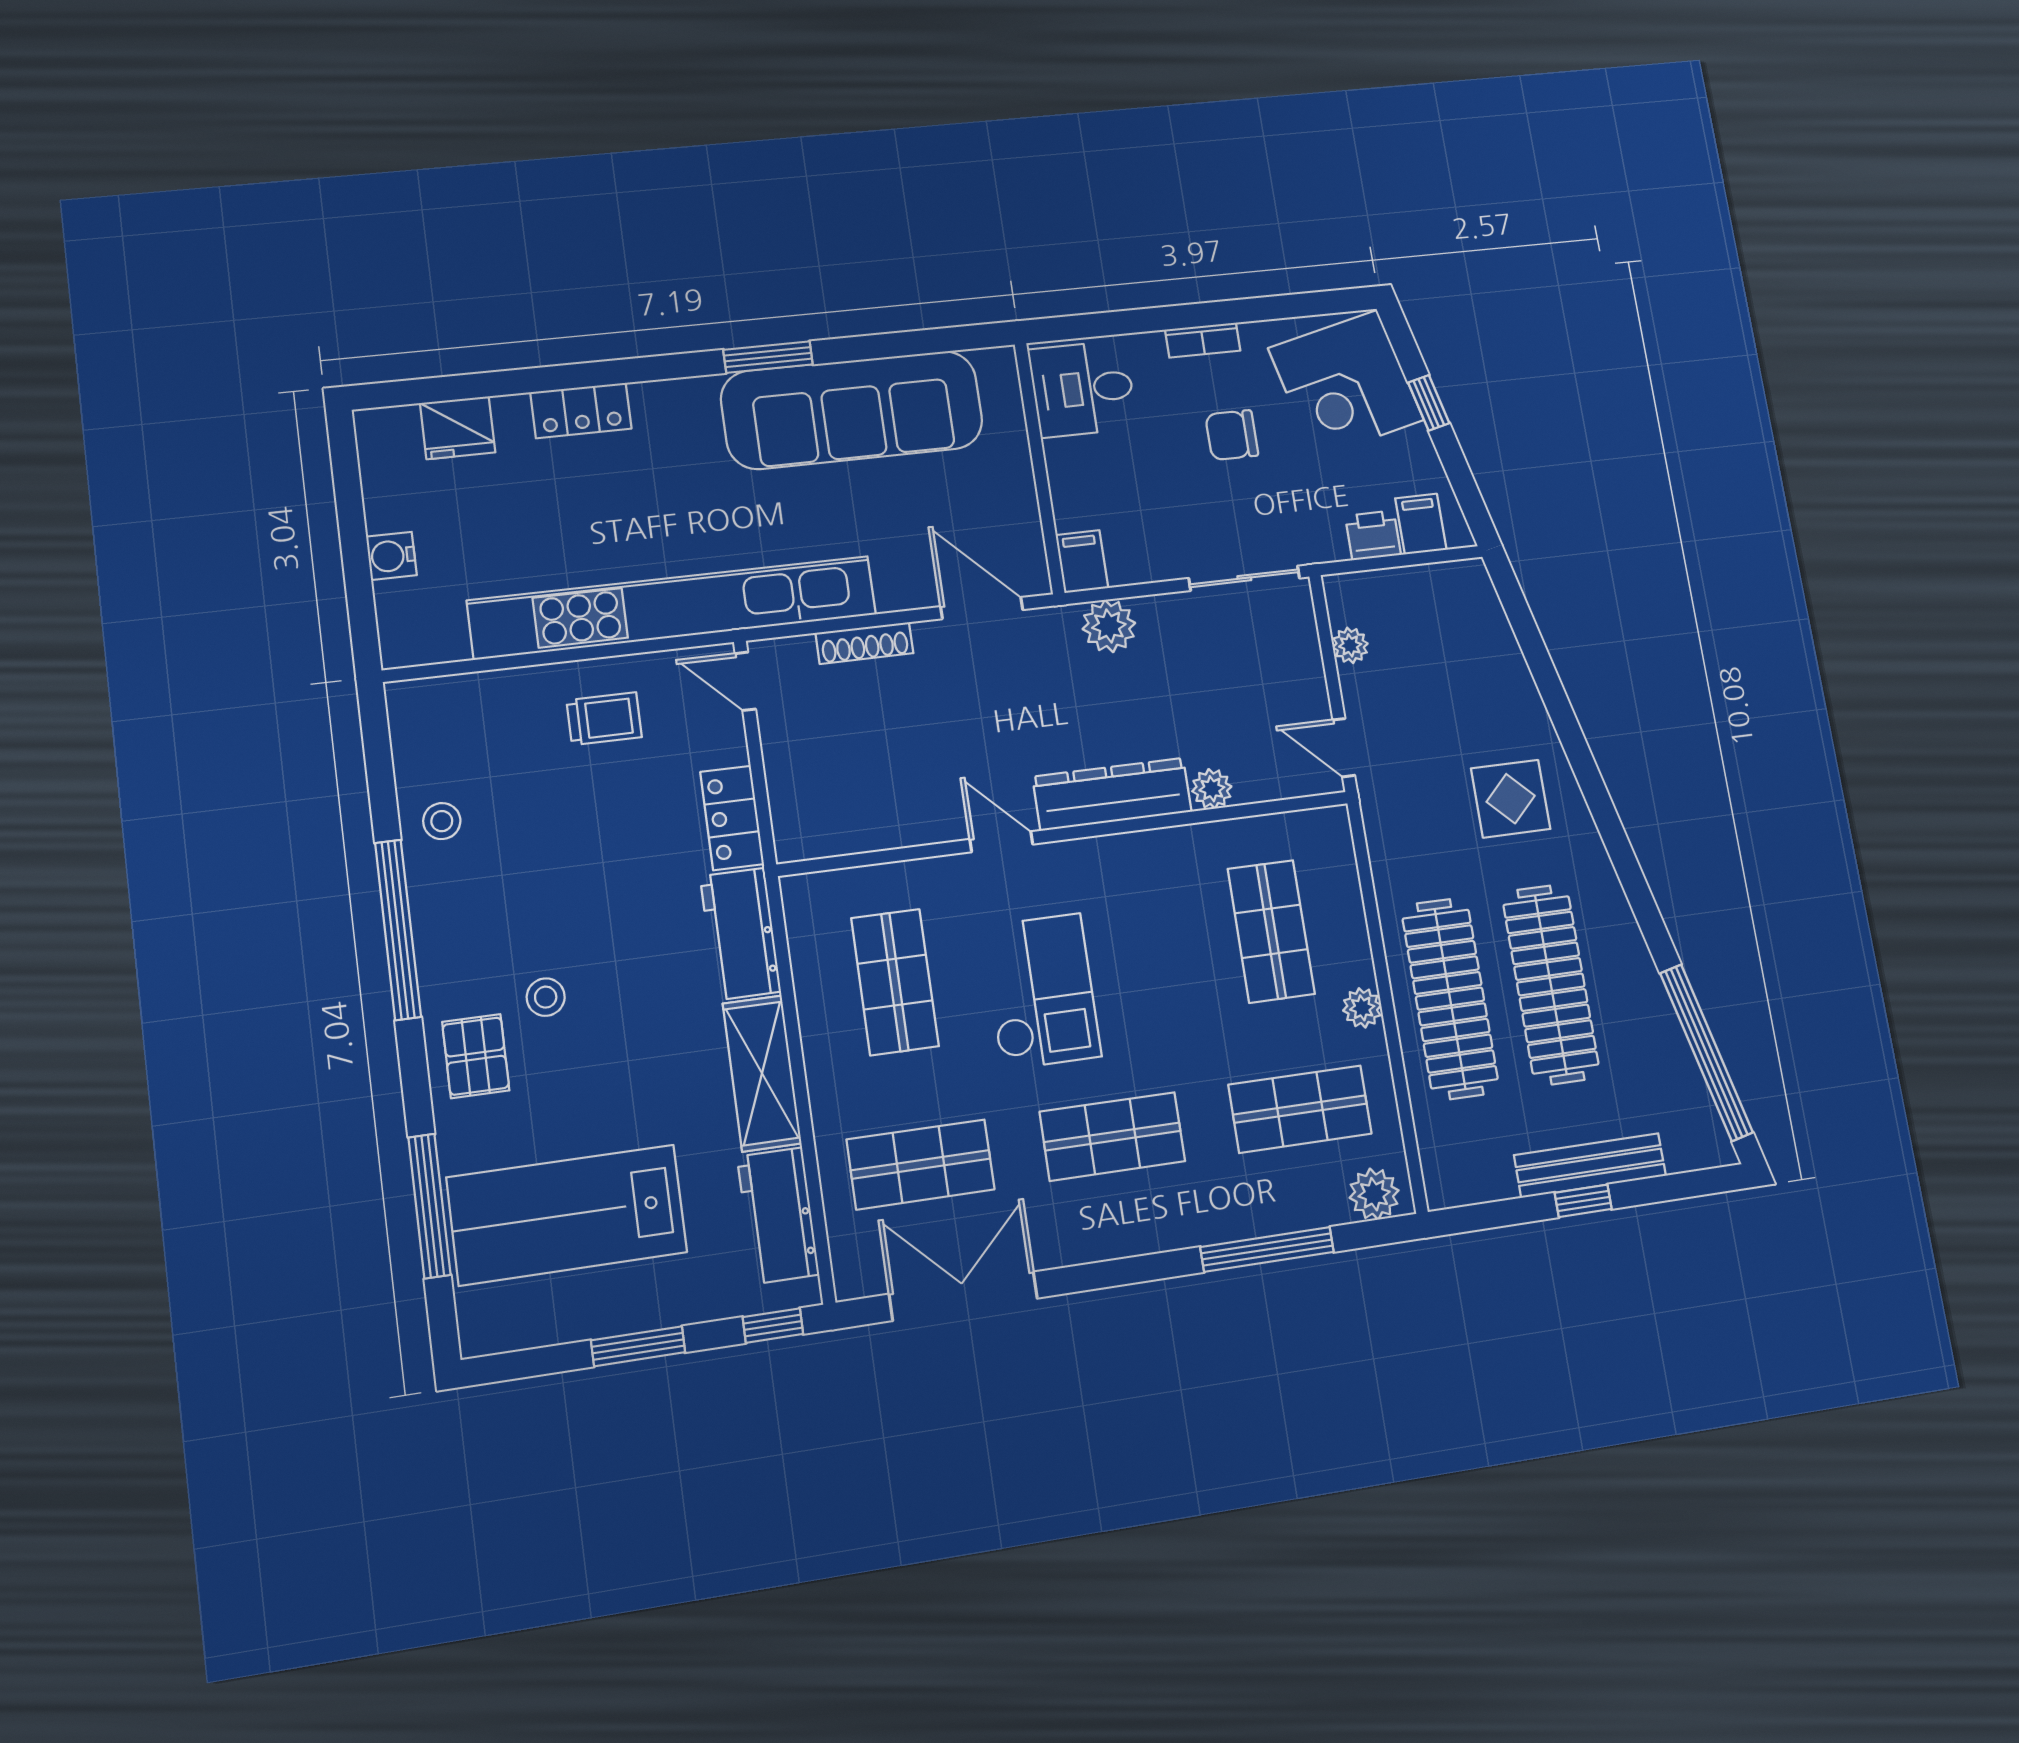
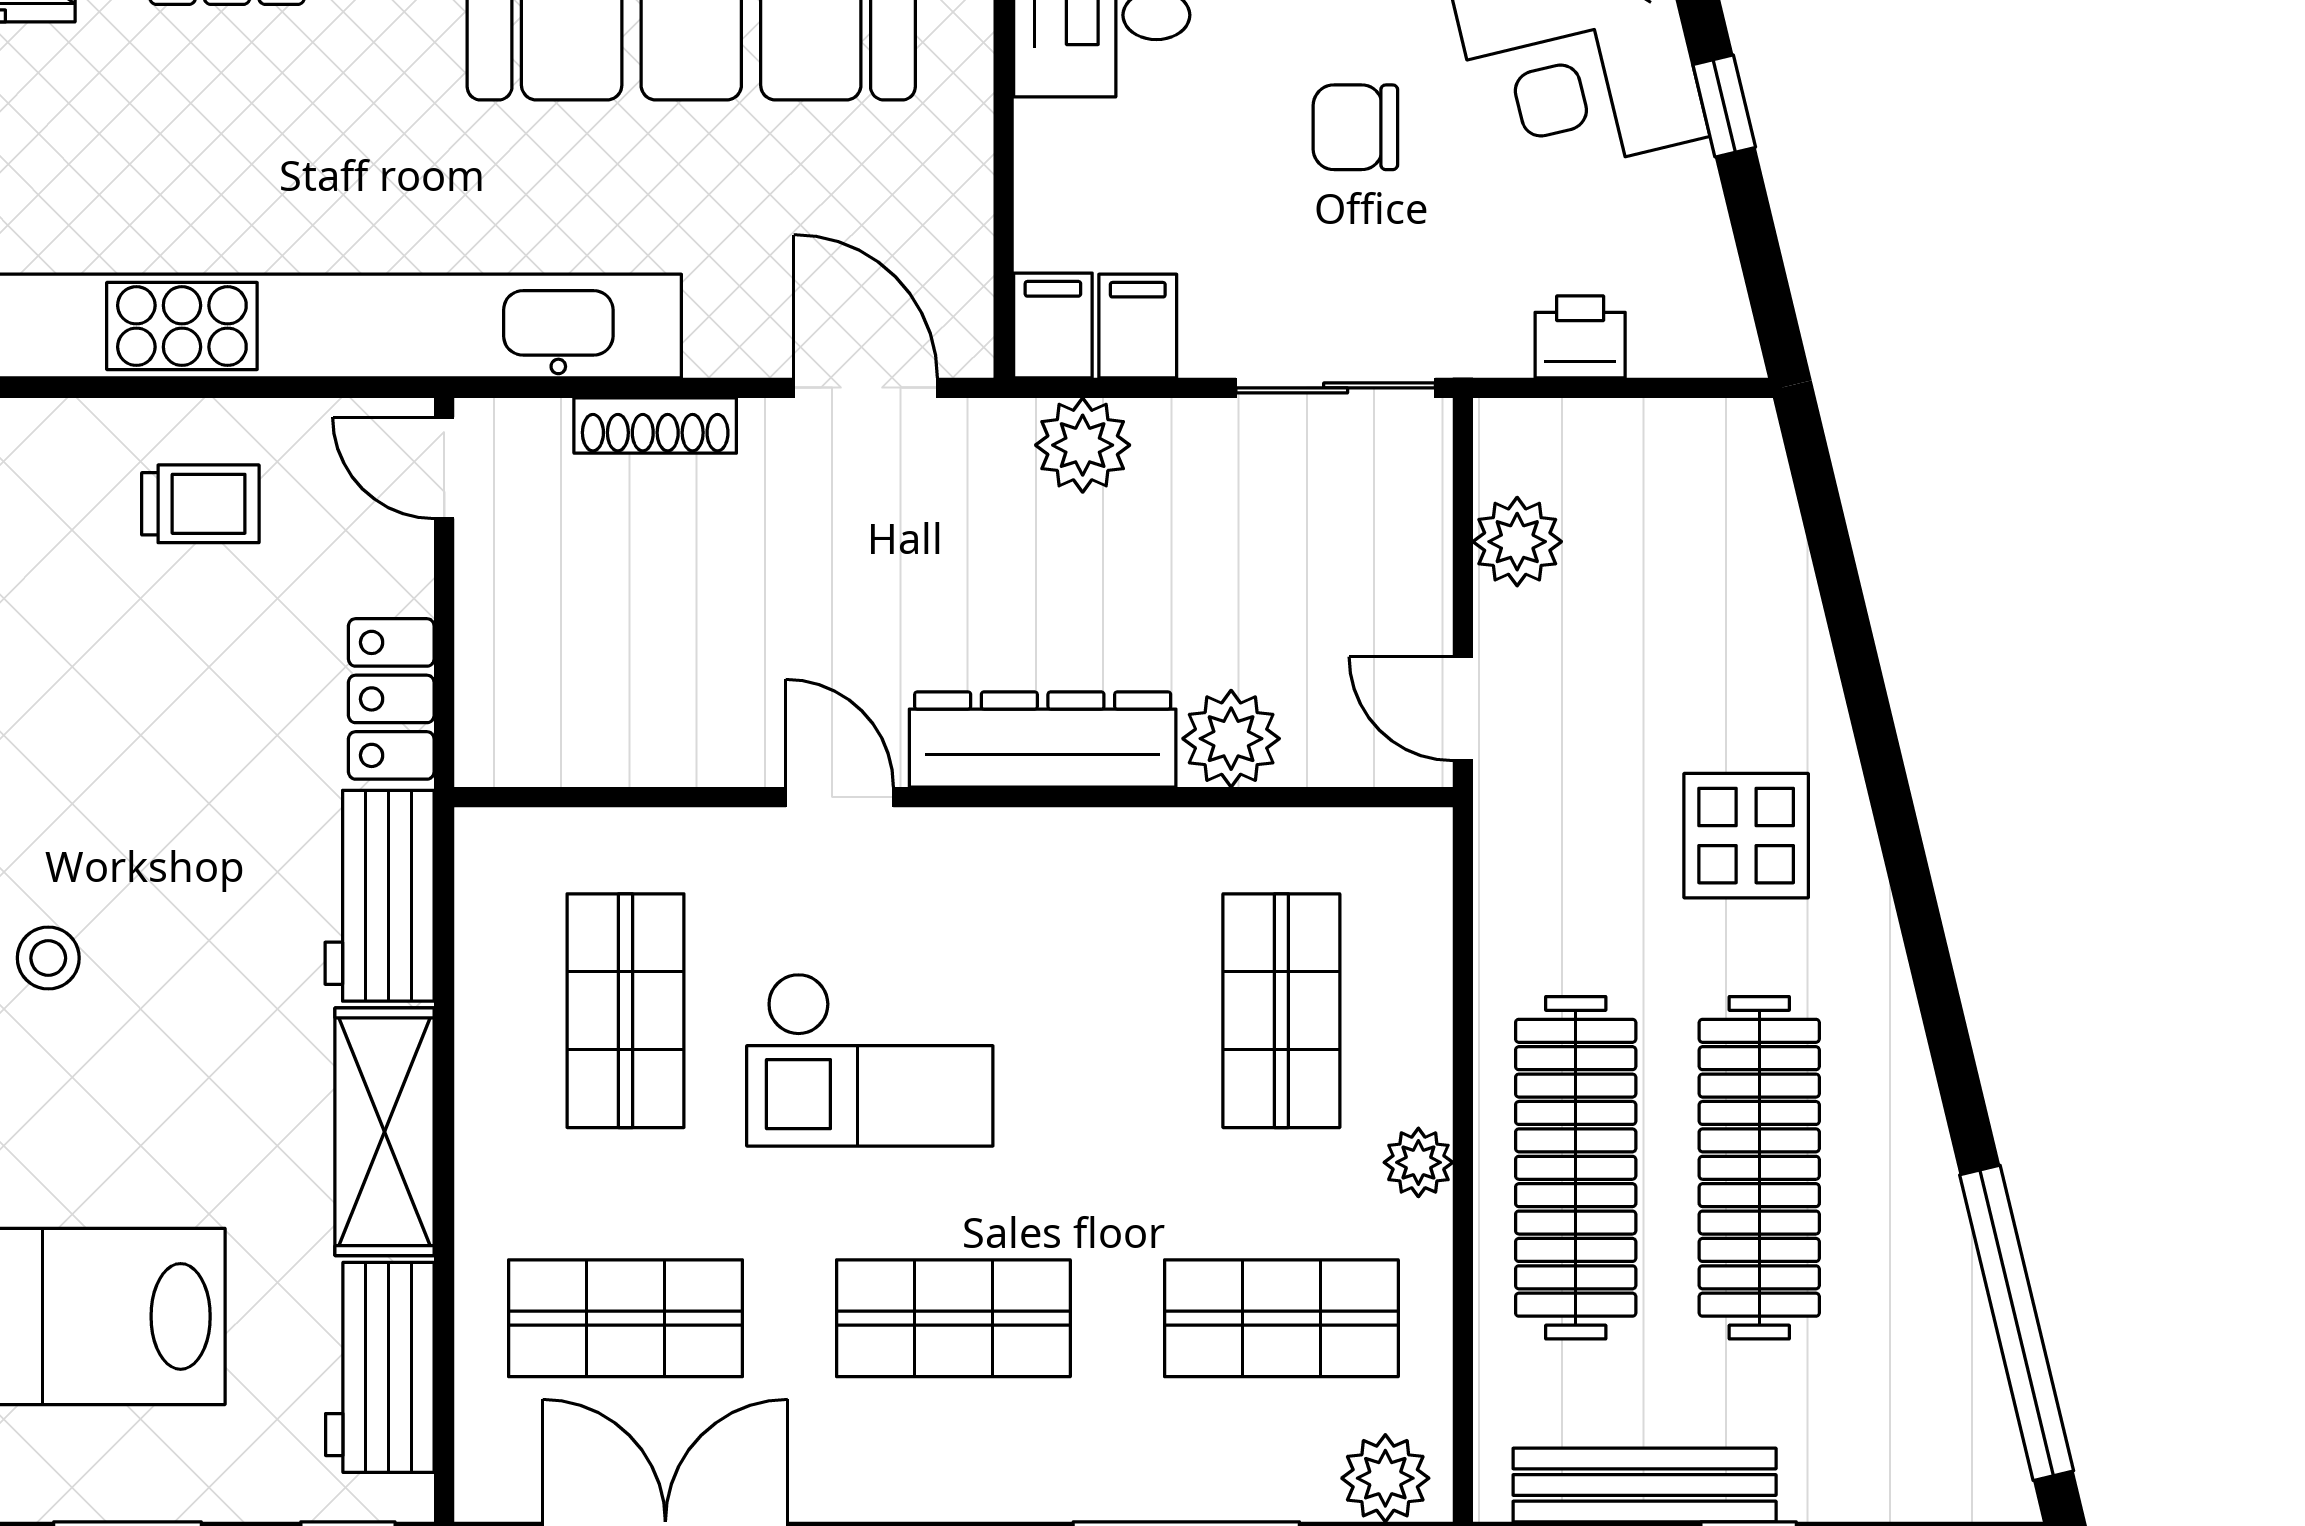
filing cabinet: (1421, 524) -> (1138, 326), moved
plant: (1350, 645) -> (1517, 542), width x1.38, depth x1.38
plant: (1212, 789) -> (1231, 739), width x1.38, depth x1.38
checkout: (1041, 991) -> (870, 1060), turned 90
bench: (1590, 1165) -> (1645, 1485), moved

